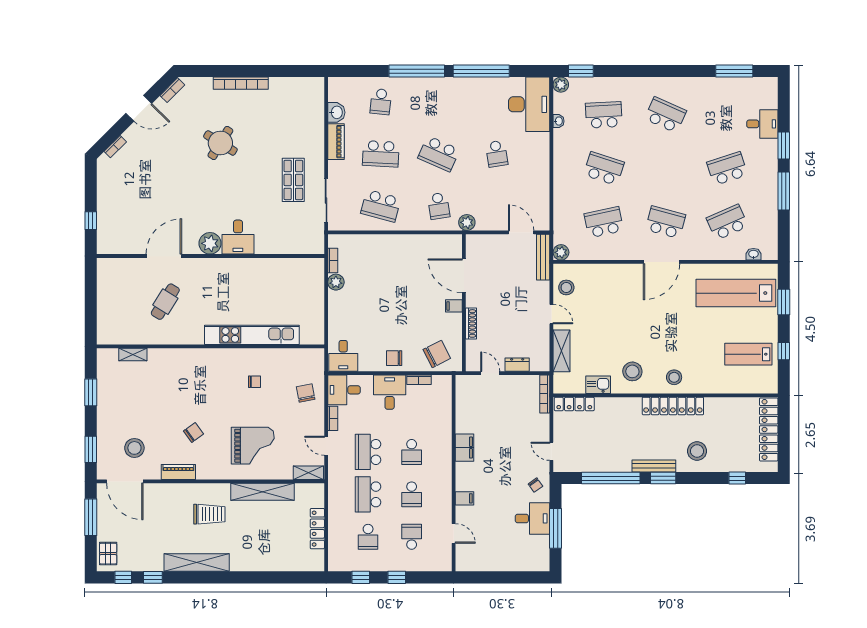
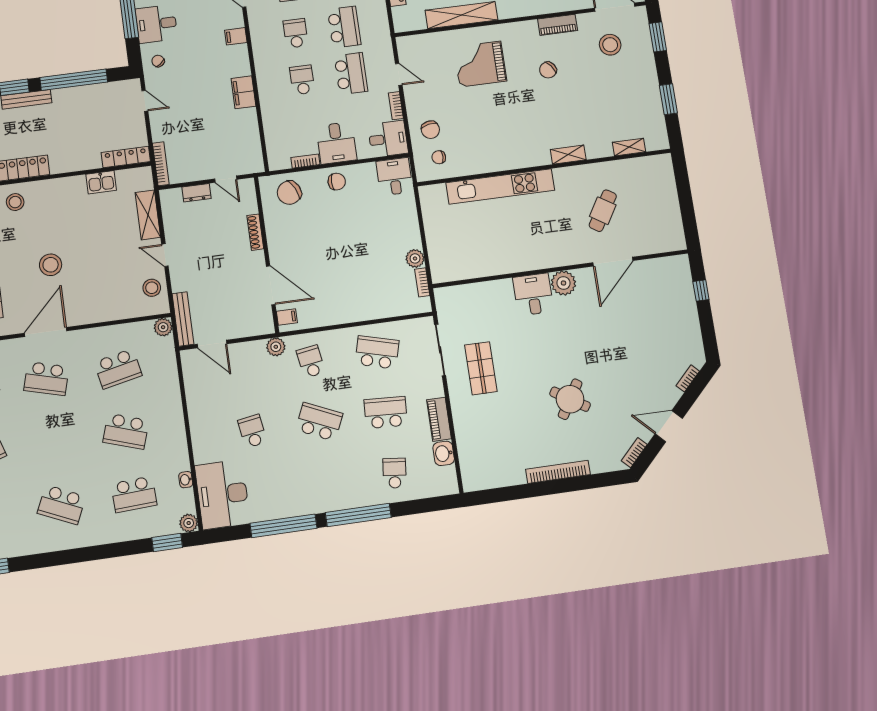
filing cabinet: (454, 306) -> (287, 317), moved
stool: (632, 371) -> (51, 265), moved
chair: (254, 382) -> (439, 157), moved
shelving: (308, 473) -> (568, 155), moved

